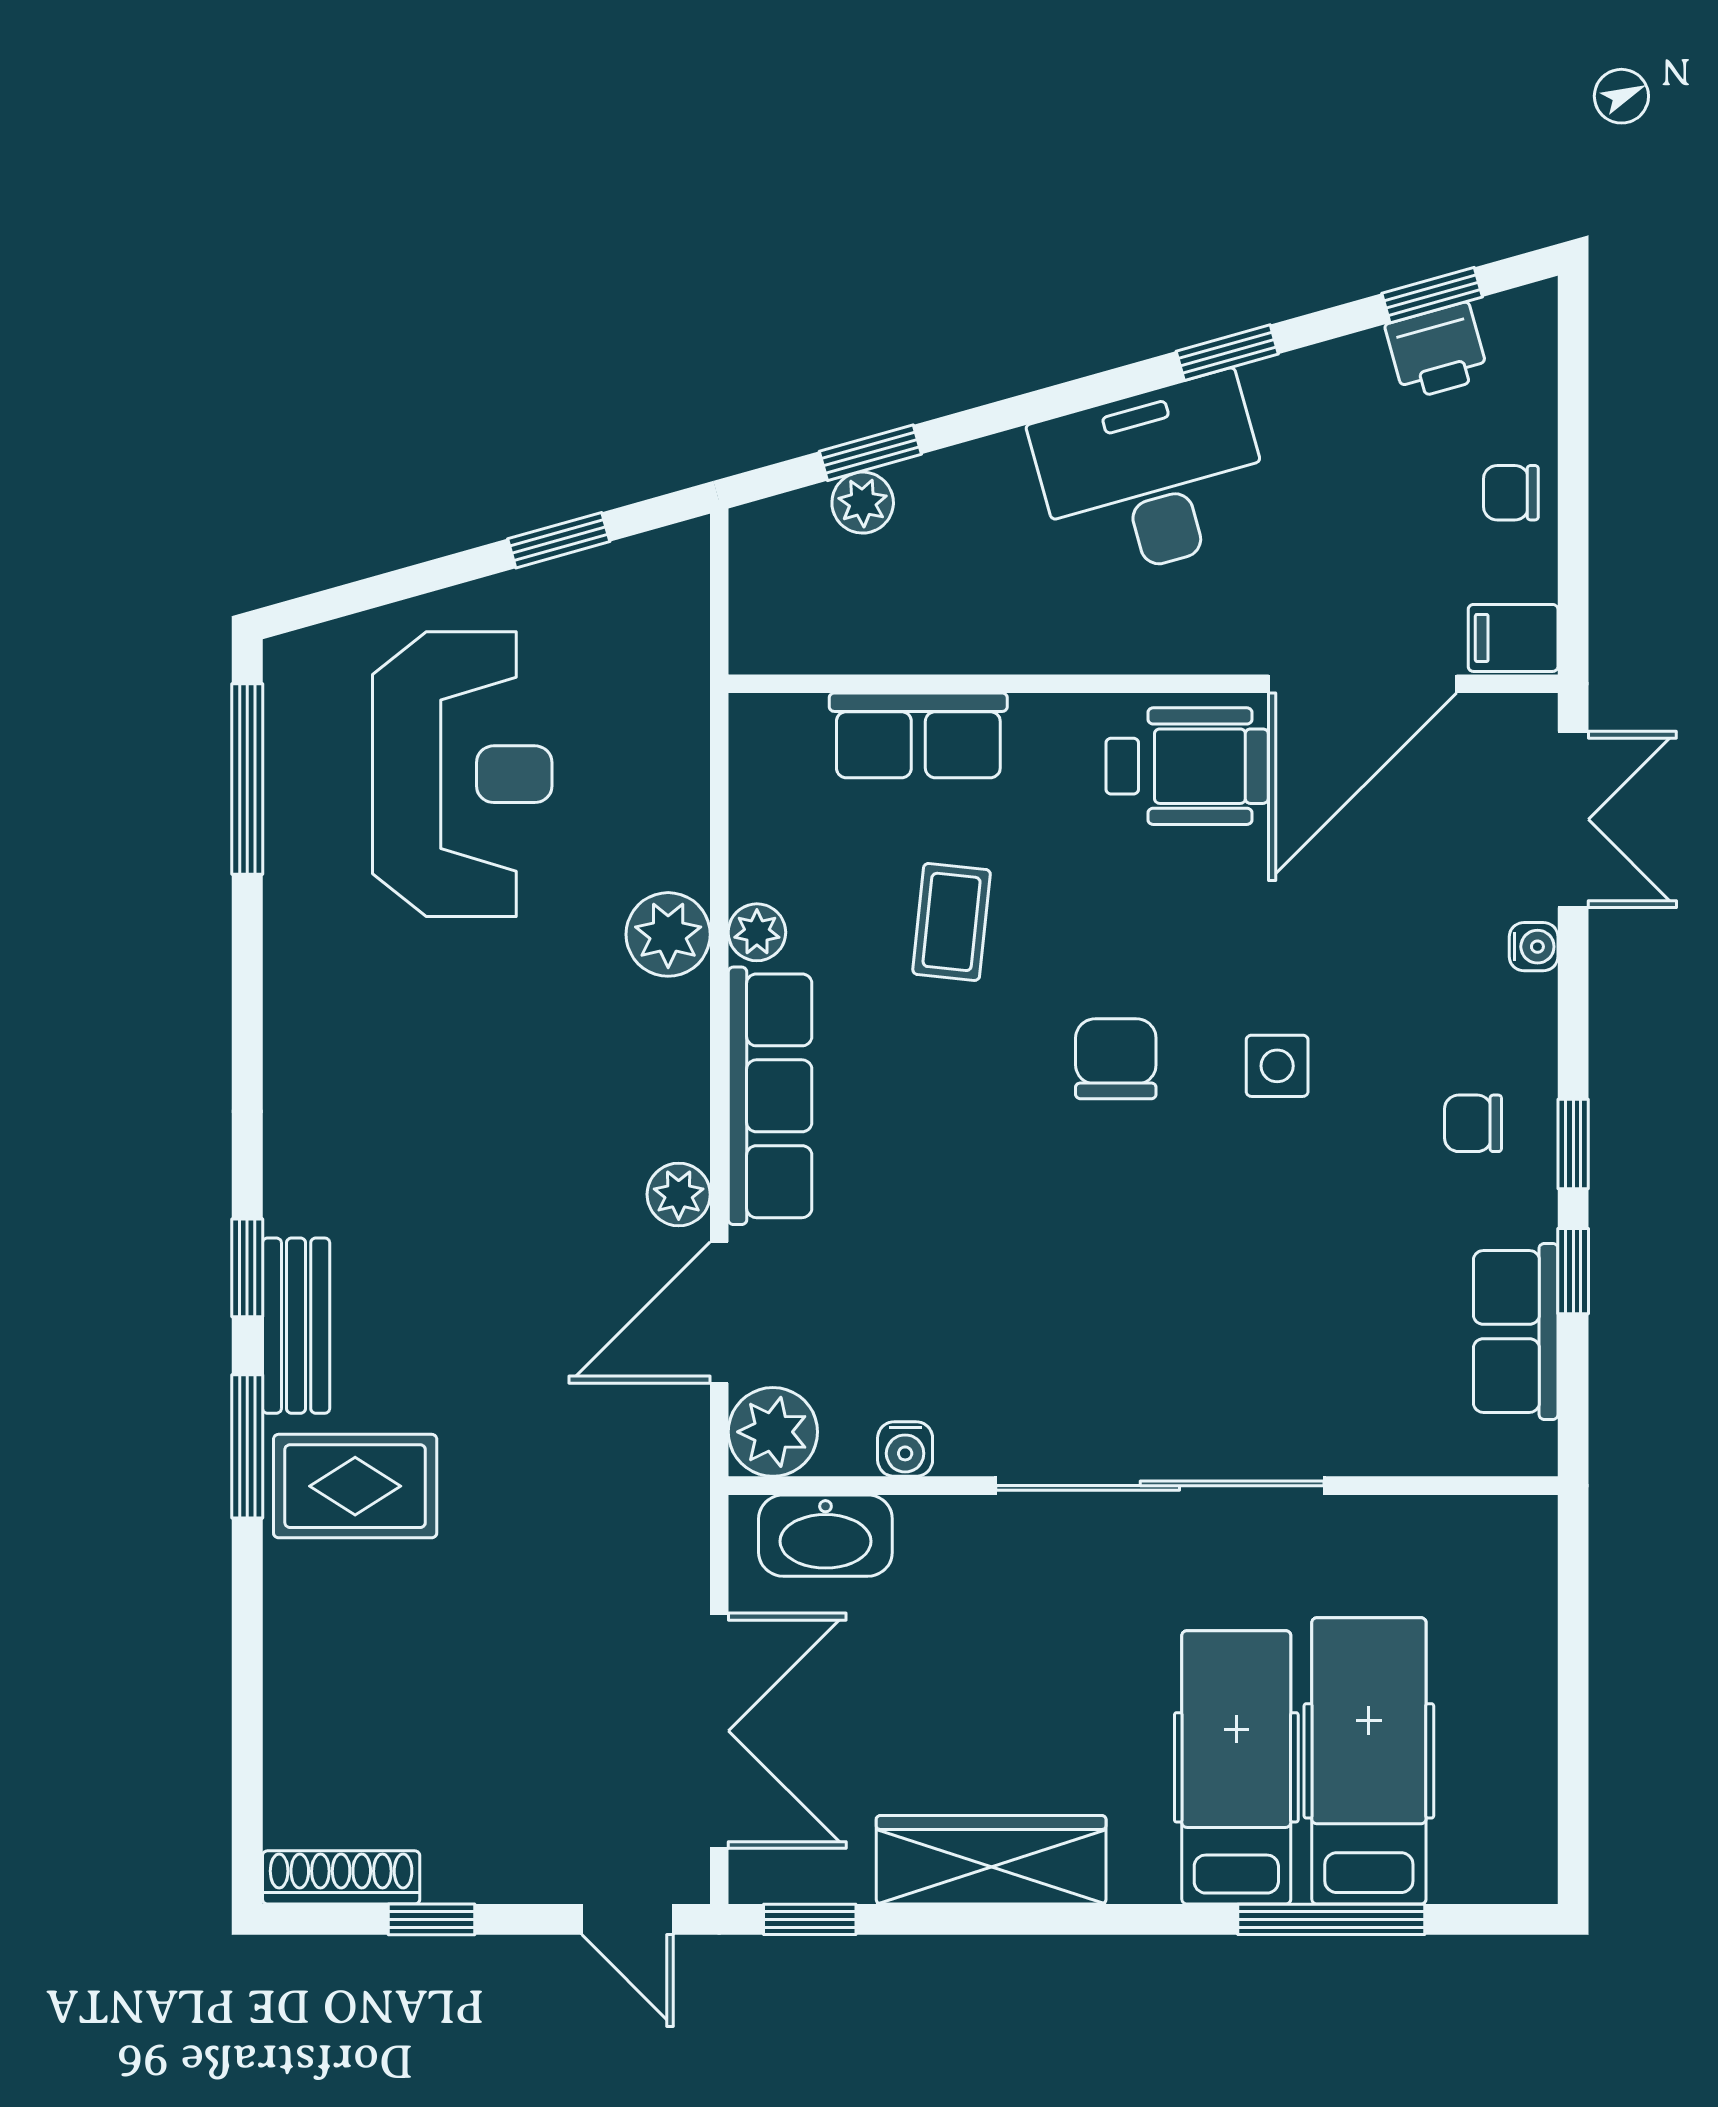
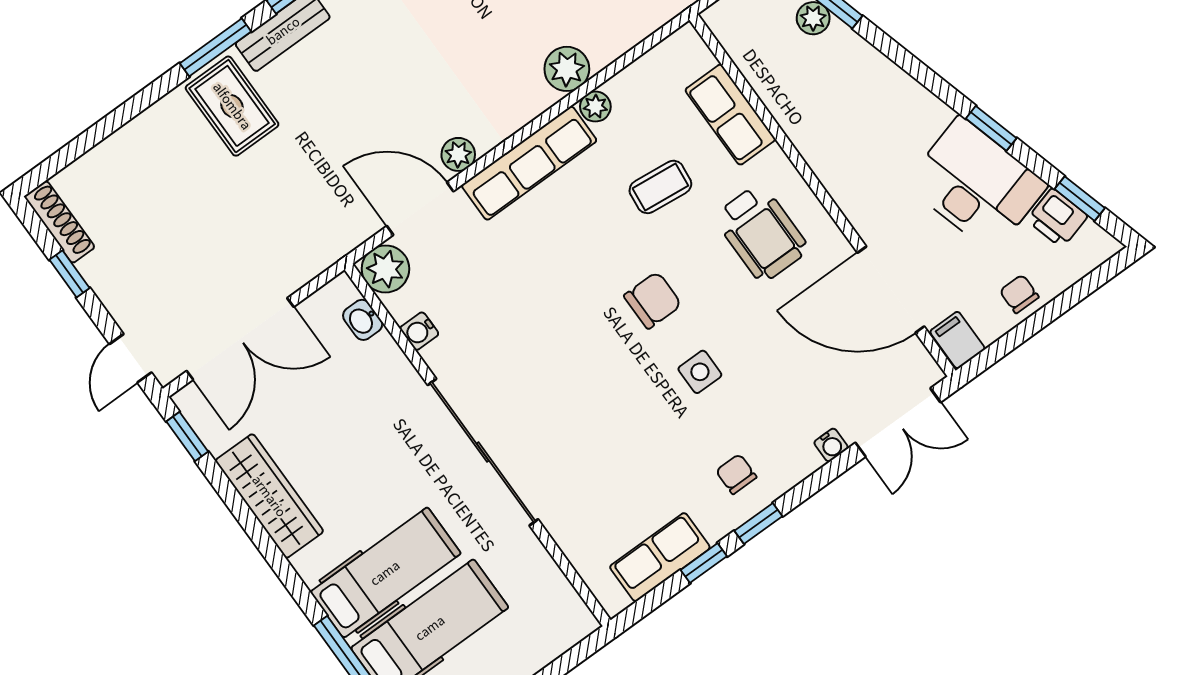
desk: (1153, 478) -> (976, 185), moved
wheelchair: (1187, 766) -> (761, 233), moved
washbasin: (825, 1536) -> (363, 320), width x0.52, depth x0.69

